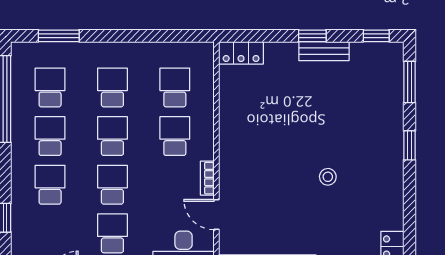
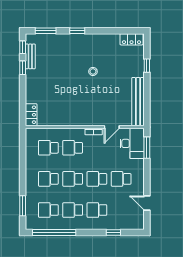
window: (312, 36) -> (23, 68), moved
bench: (324, 51) -> (30, 56), moved

